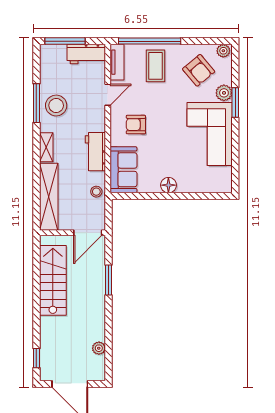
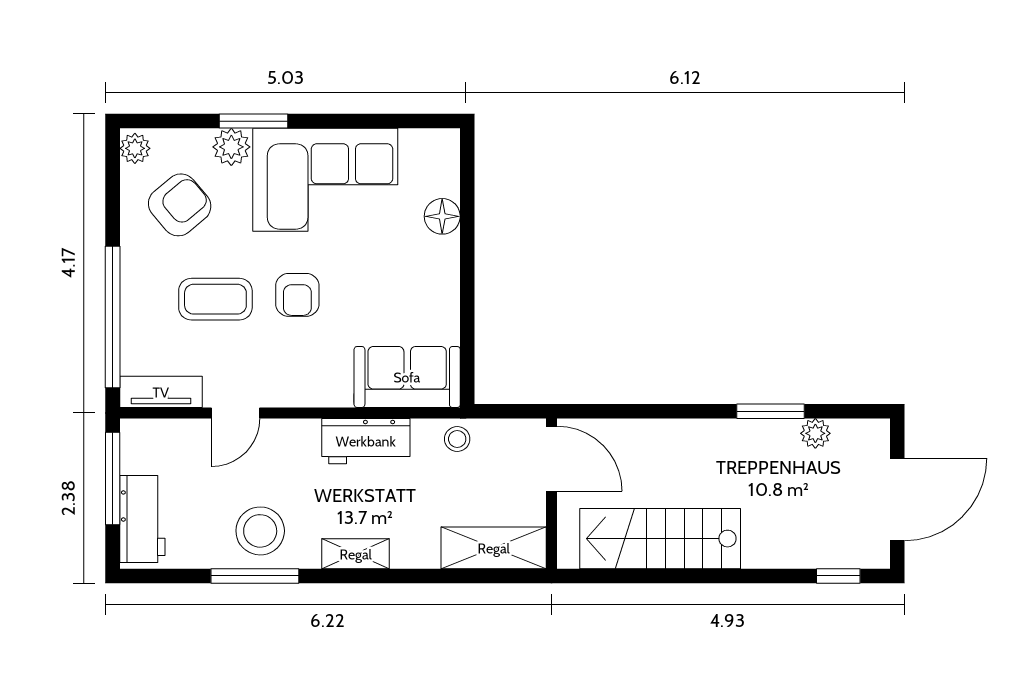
window: (65, 41) -> (113, 478), moved
workbench: (86, 54) -> (142, 519), moved
coffee table: (155, 66) -> (215, 299), moved
door: (108, 95) -> (236, 413), swing flipped
armchair: (136, 125) -> (297, 295), moved
floor lamp: (168, 185) -> (442, 216), moved
shelving: (49, 197) -> (494, 548), width x0.68
window: (108, 280) -> (771, 411), moved

